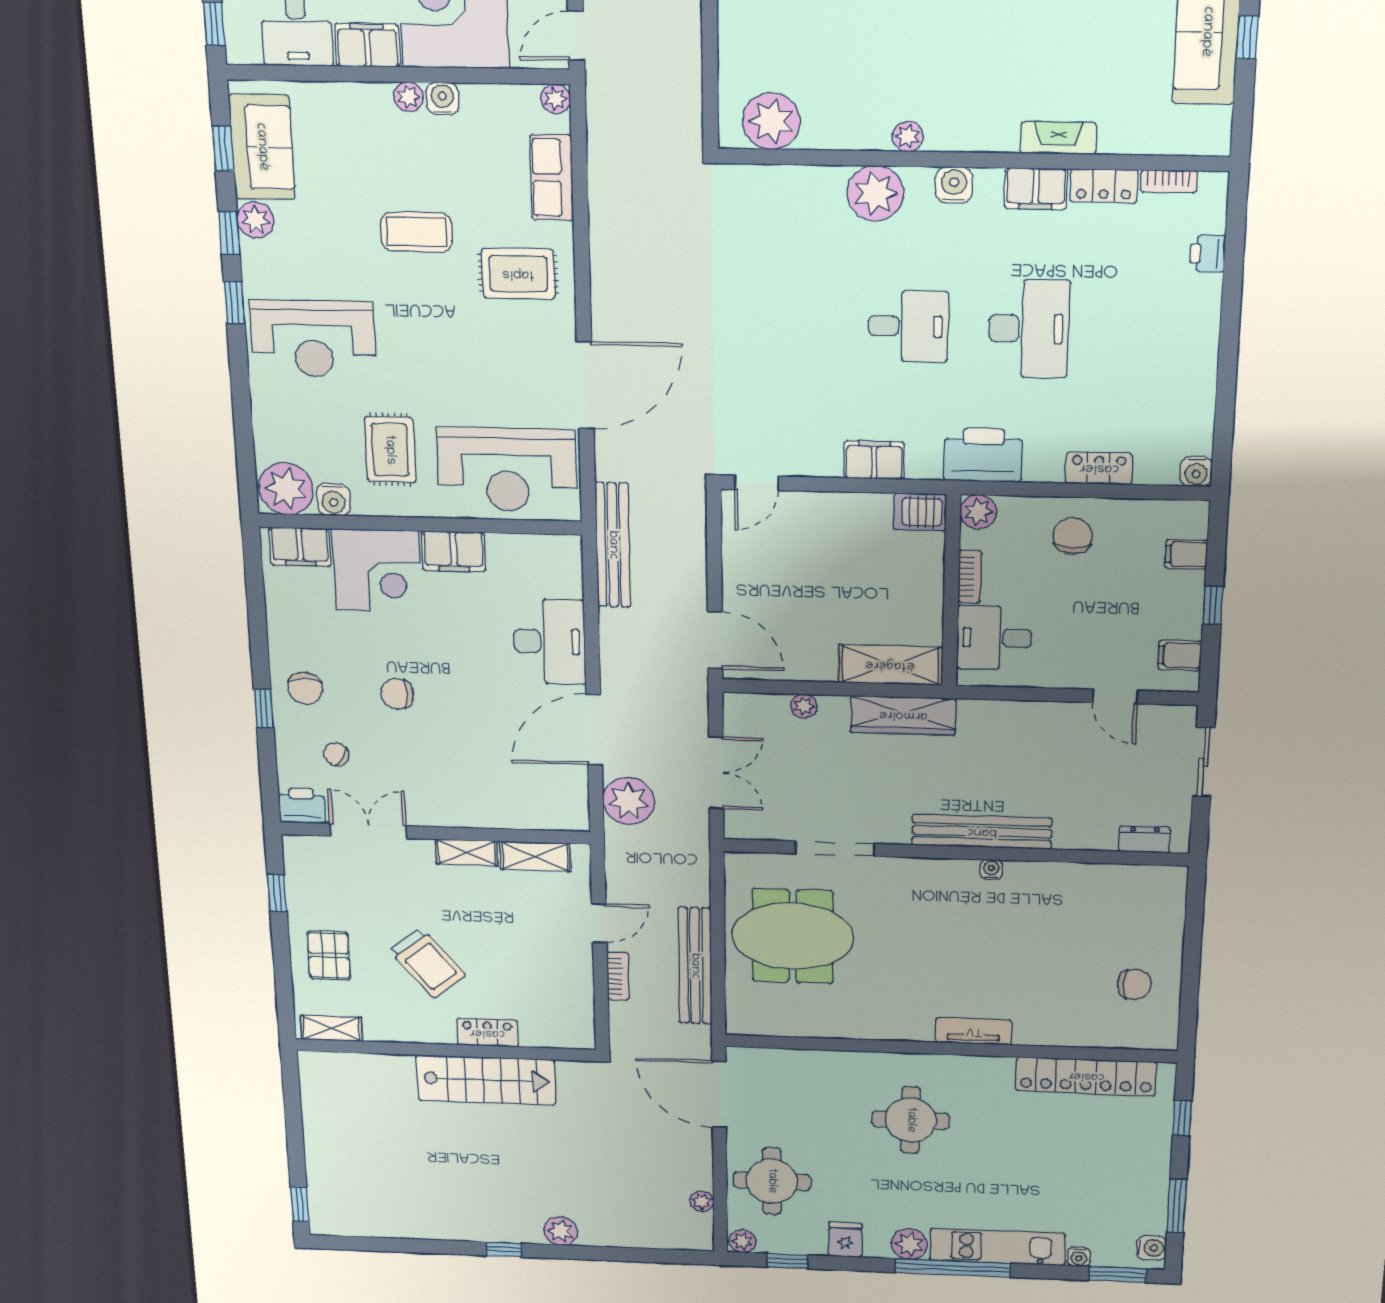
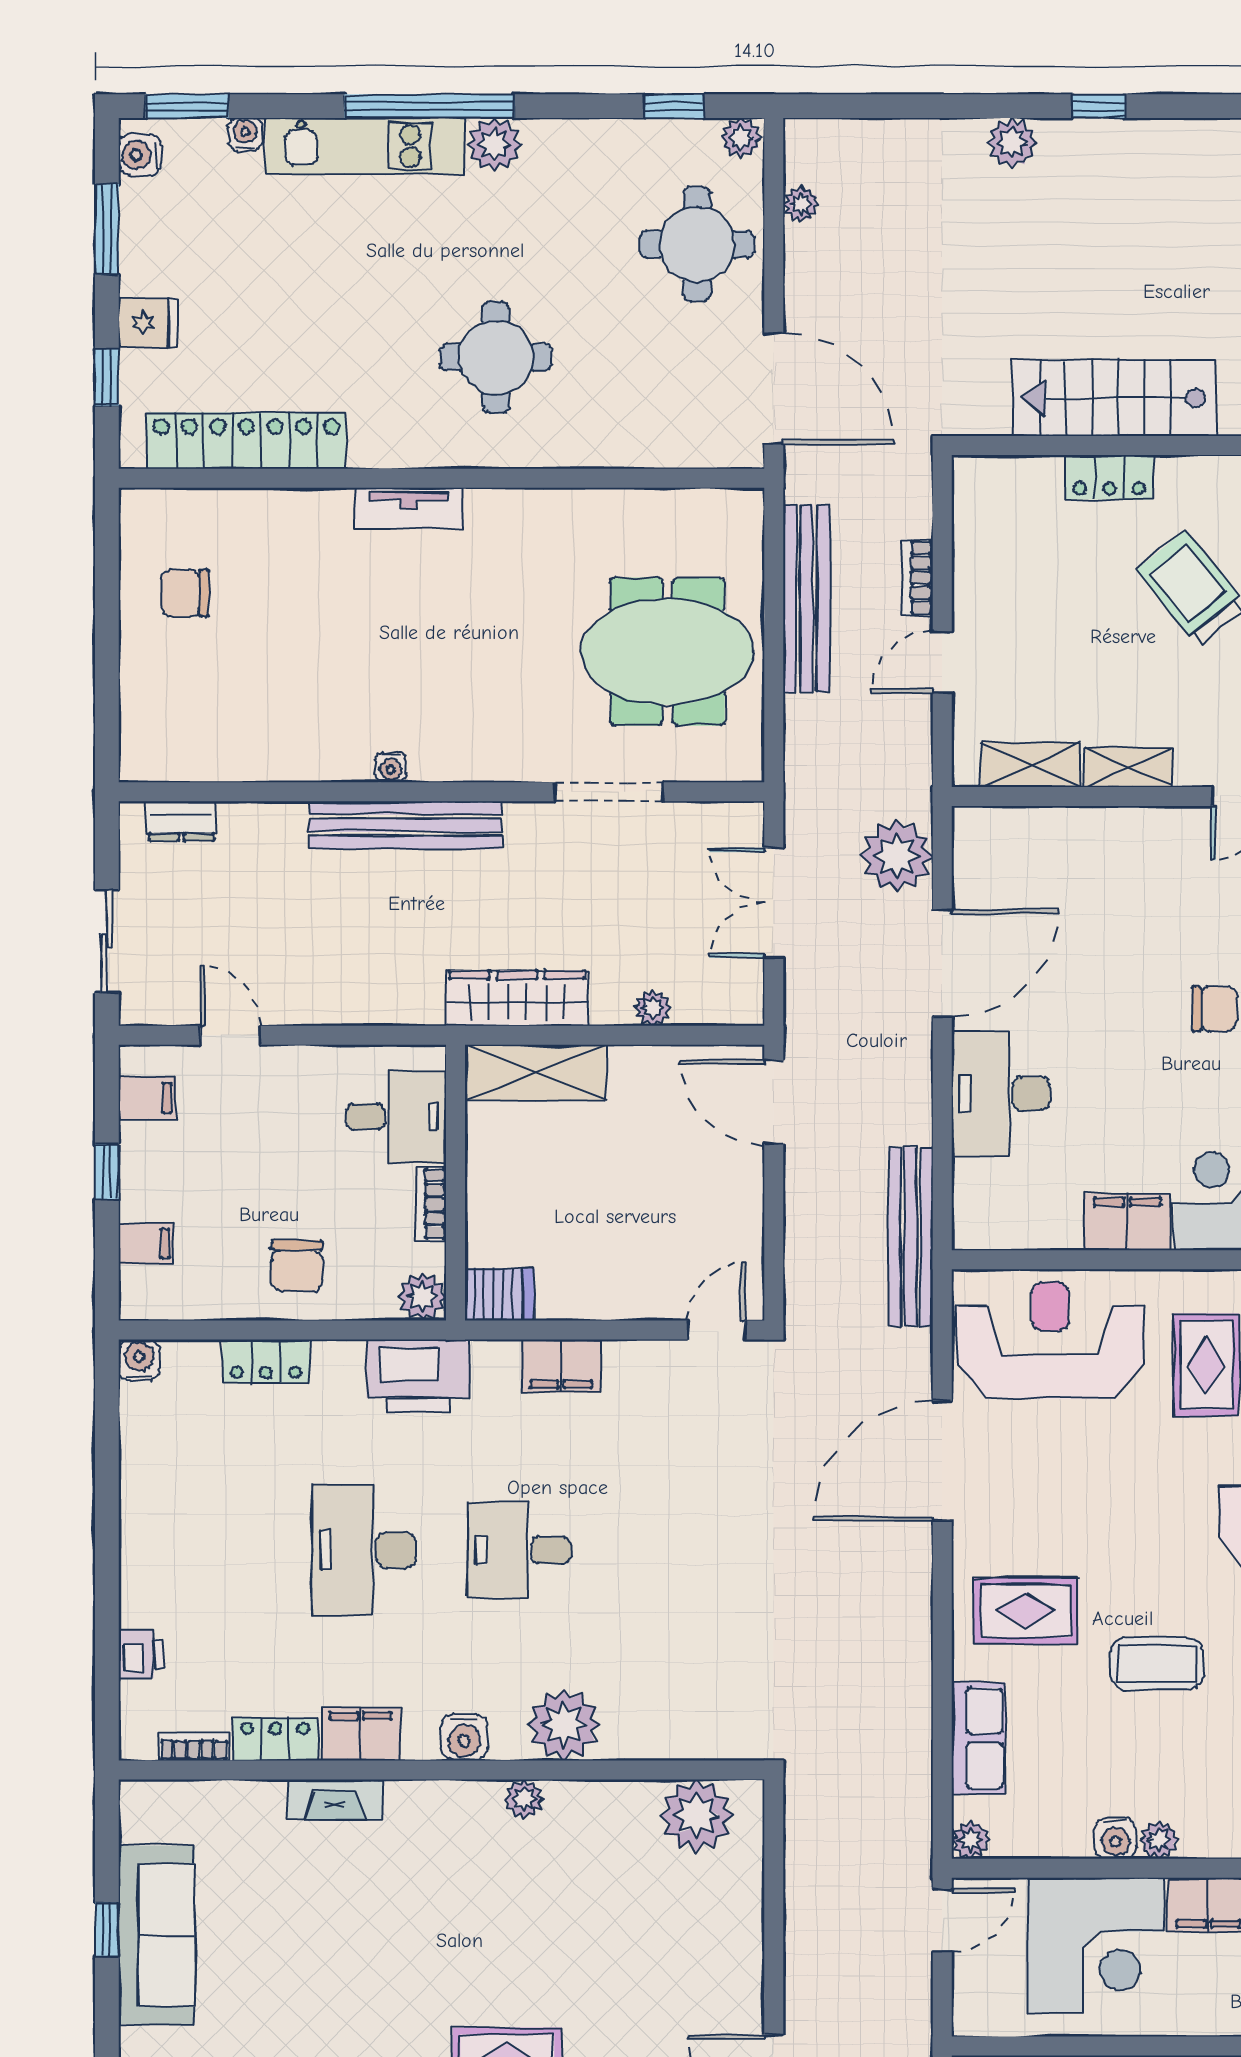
fridge: (845, 1240) -> (148, 323), moved, turned -90

